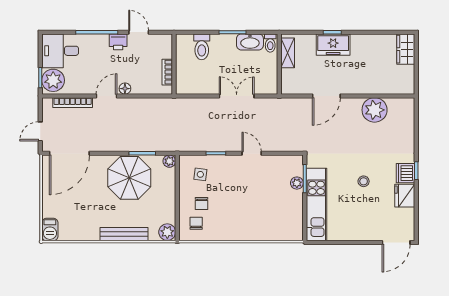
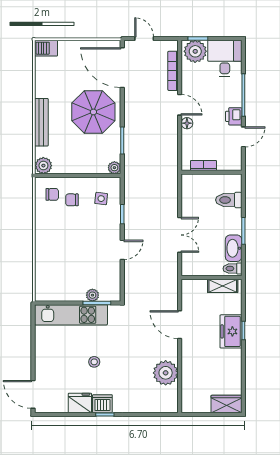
parasol: (129, 178) -> (93, 112), moved

